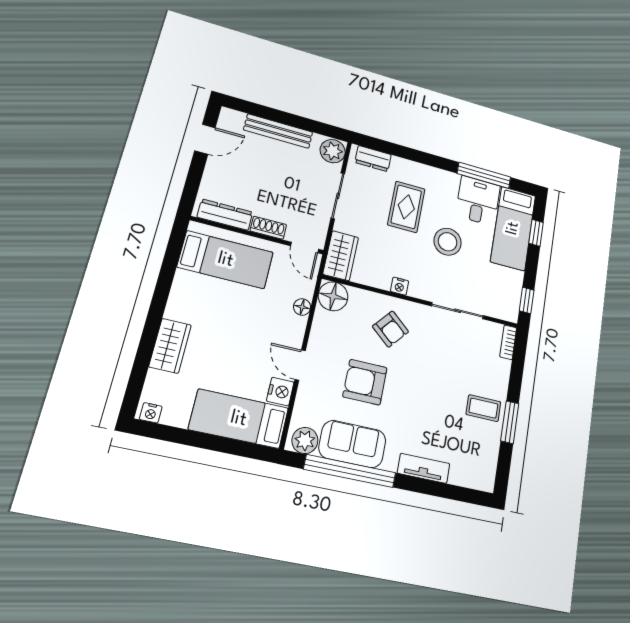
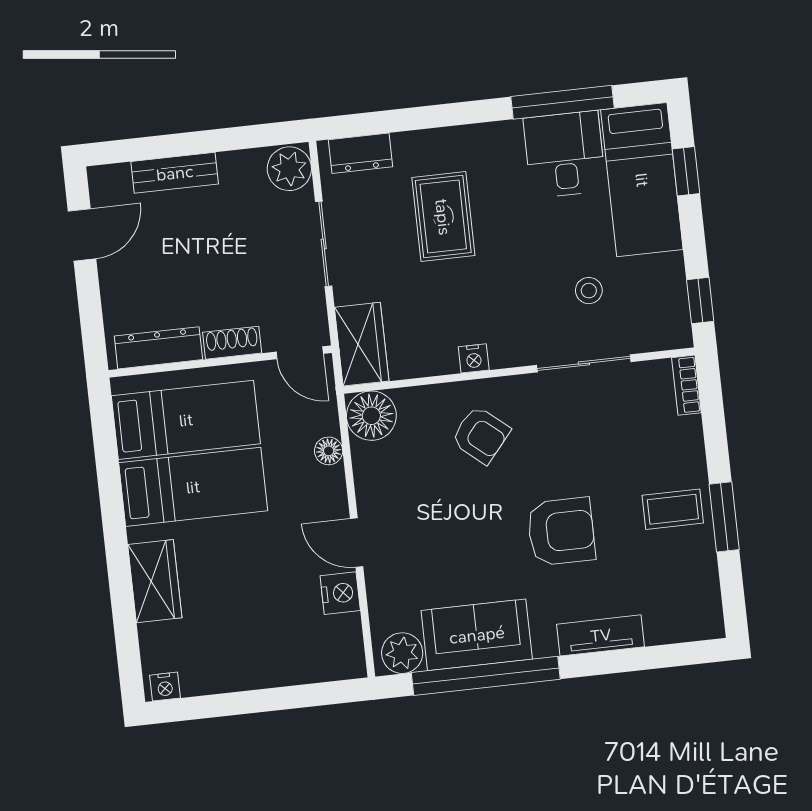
bench: (278, 131) -> (175, 173), width x0.73
stool: (448, 242) -> (589, 291), moved, width x0.53, depth x0.53
armchair: (365, 382) -> (561, 531), moved, turned 180
bed: (239, 419) -> (193, 487), moved, turned 180

